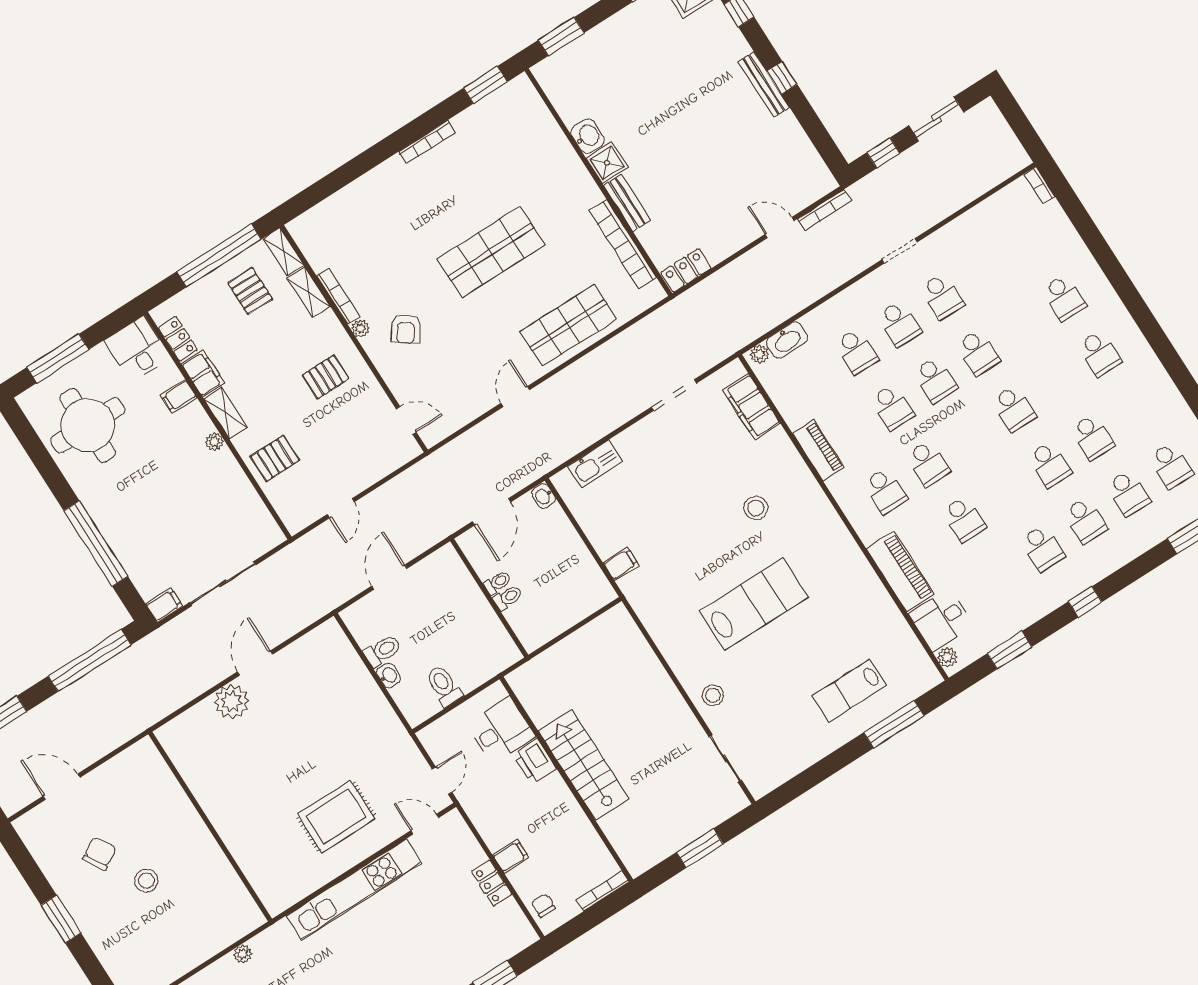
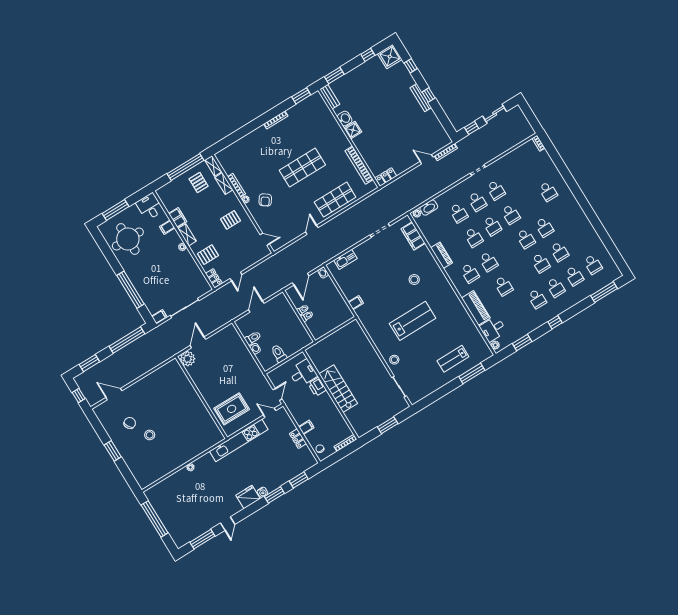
bench: (627, 203) -> (330, 97), moved
locker: (178, 339) -> (214, 278), moved
school desk: (1100, 354) -> (544, 227), moved
wall: (210, 827) -> (201, 397), moved

